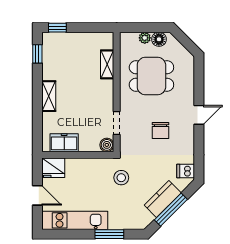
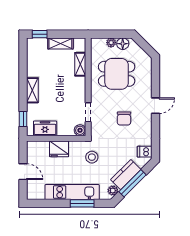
shelving: (83, 39) -> (60, 43), added
window: (37, 54) -> (23, 119), moved
fridge: (53, 168) -> (59, 149), moved
plant: (147, 218) -> (113, 191), added
kitchen unit: (75, 220) -> (72, 192), moved

